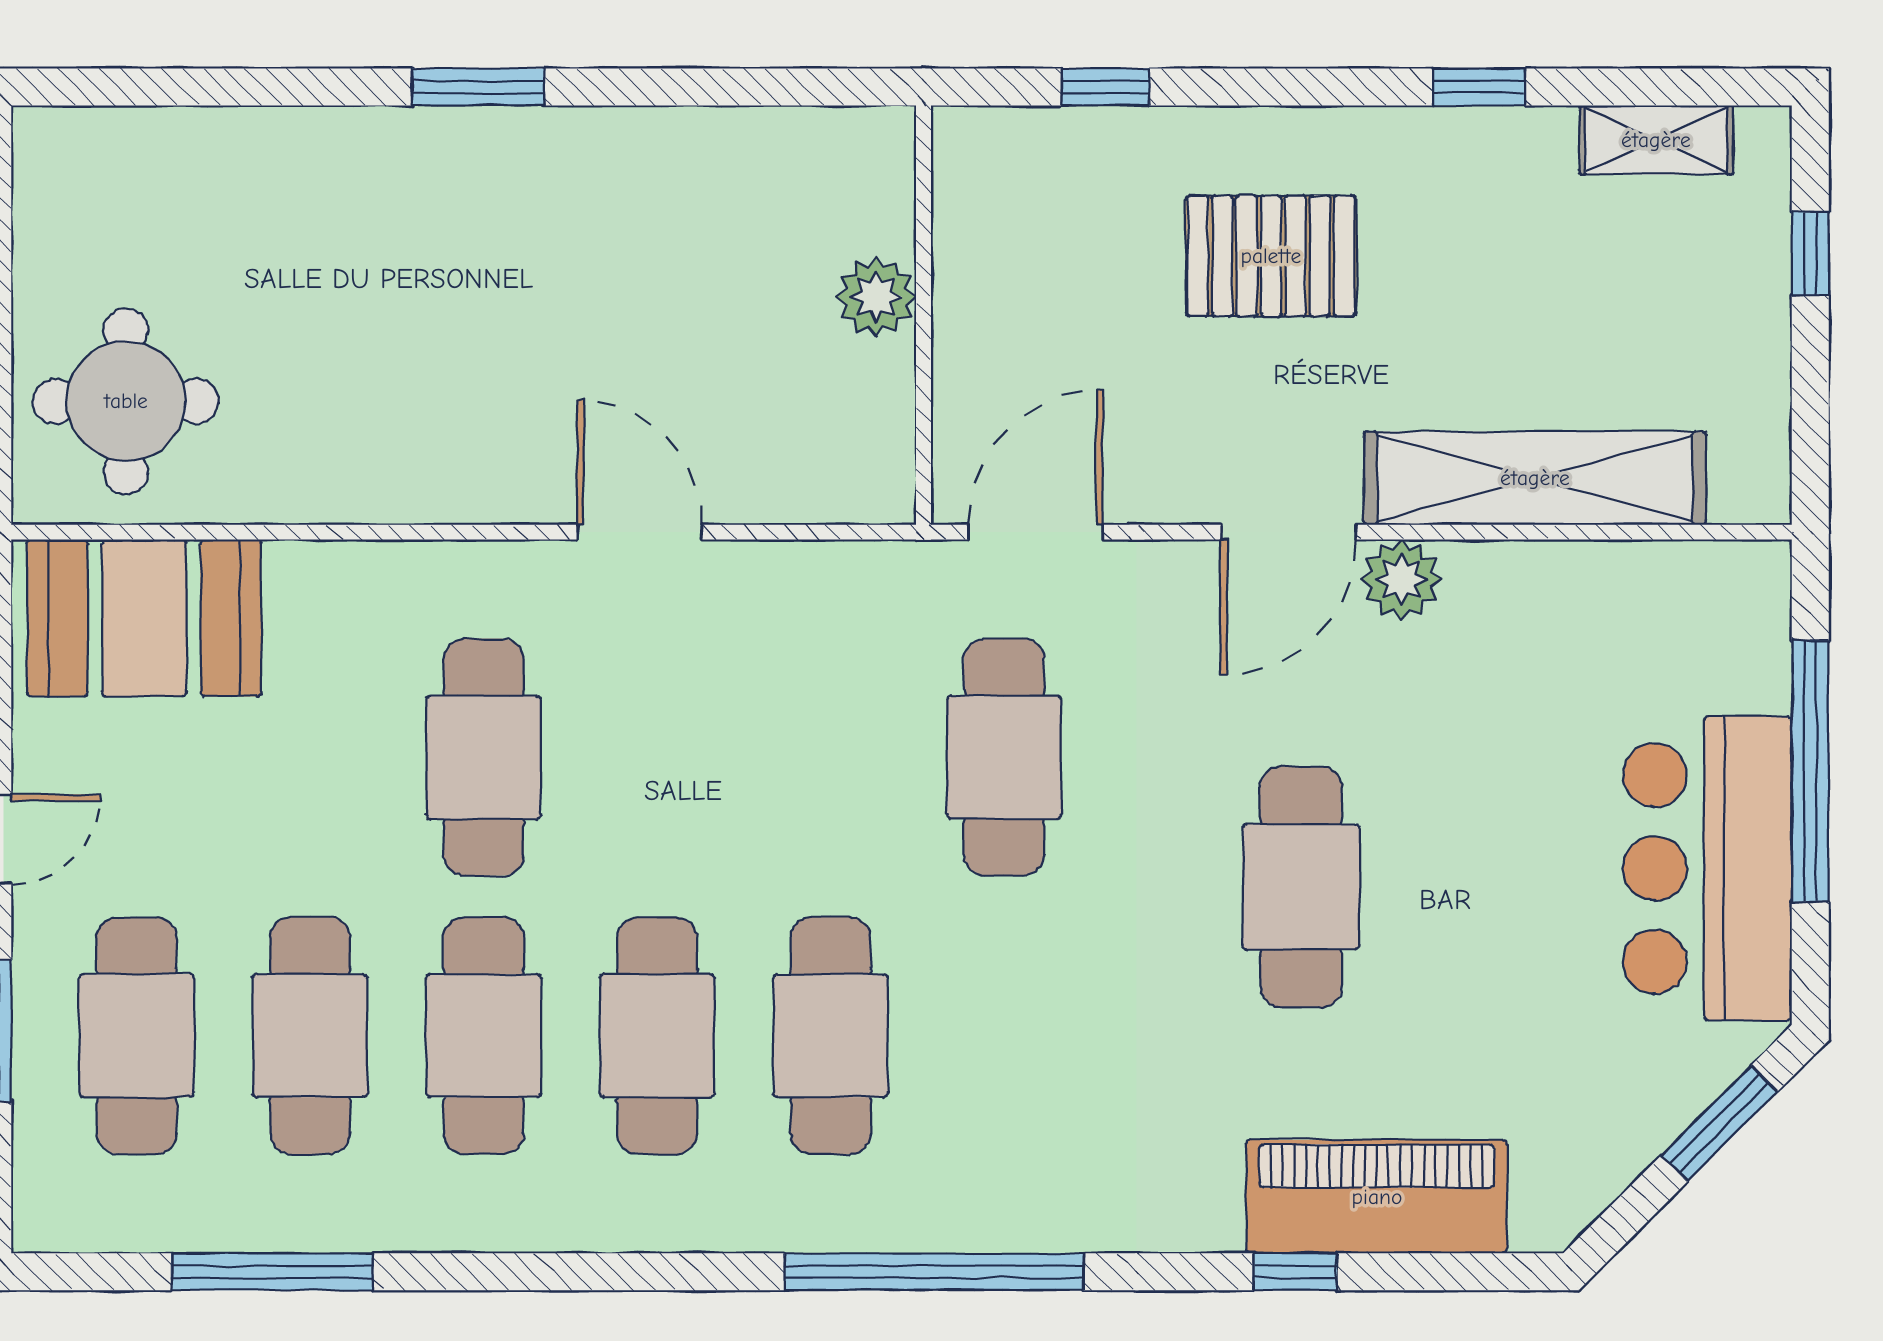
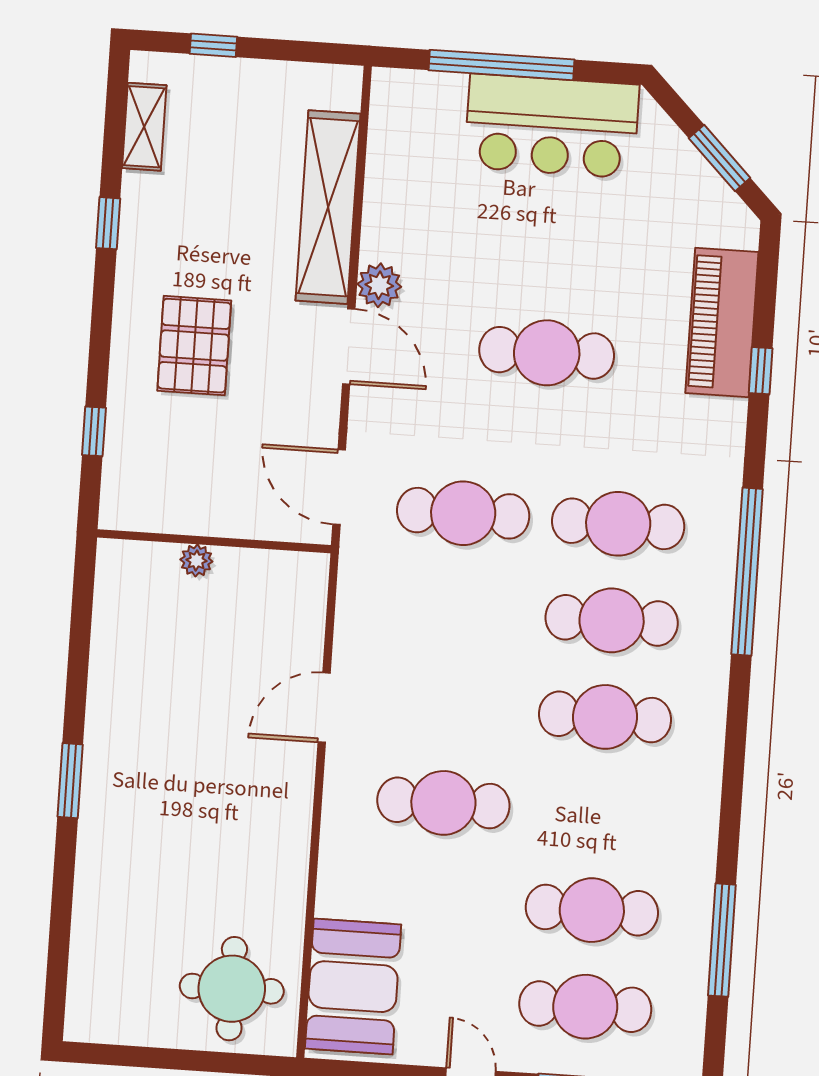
plant: (876, 297) -> (196, 560), width x0.73, depth x0.73
cafe table: (484, 1036) -> (618, 524), moved
window: (1719, 1123) -> (720, 158), moved

